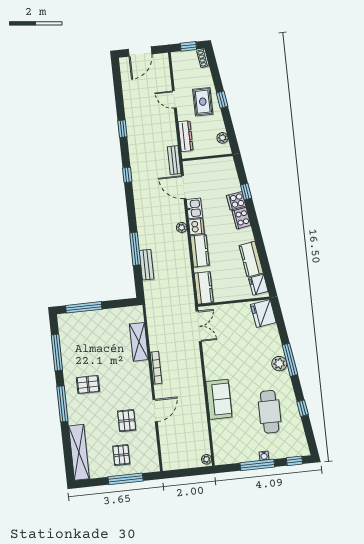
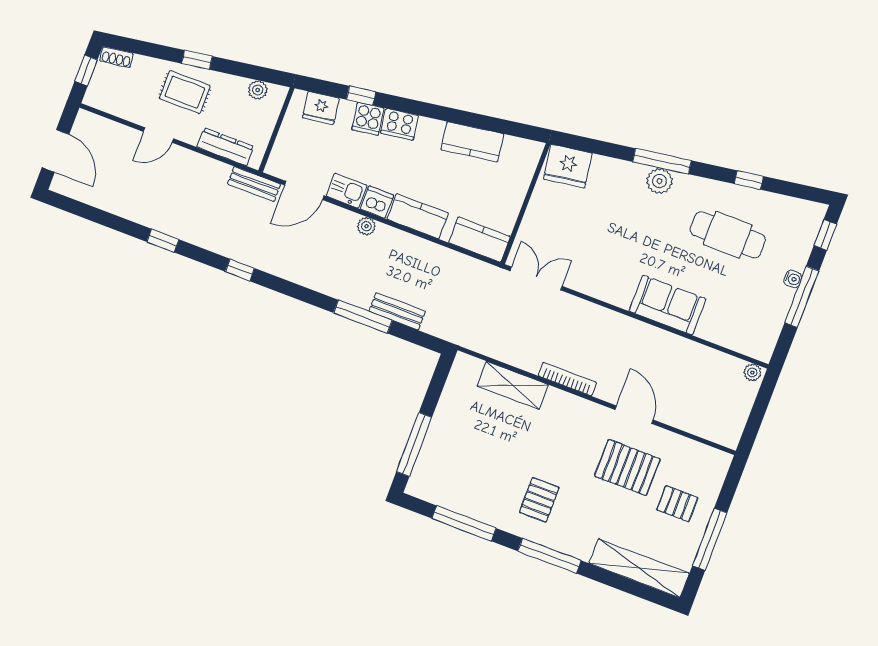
fridge: (258, 285) -> (321, 108), moved
pallet: (127, 421) -> (627, 468), width x1.50, depth x1.42
window: (126, 479) -> (710, 539), moved

